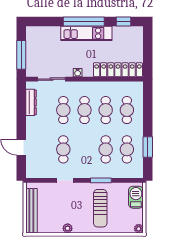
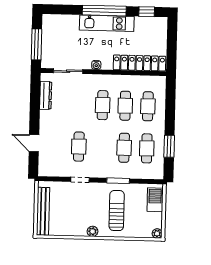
cafe table: (63, 110) -> (80, 105), removed
sun lounger: (100, 208) -> (117, 211), turned 180
plant: (68, 228) -> (92, 231), moved

